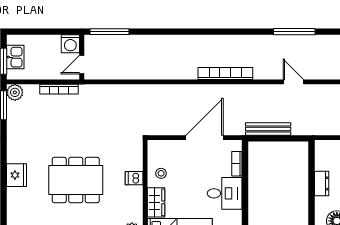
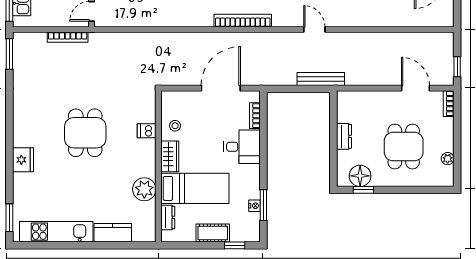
plant: (15, 92) -> (21, 41), removed
bench: (268, 129) -> (321, 79), moved
fridge: (17, 175) -> (23, 160), moved
dining table: (76, 180) -> (85, 133), width x0.73

